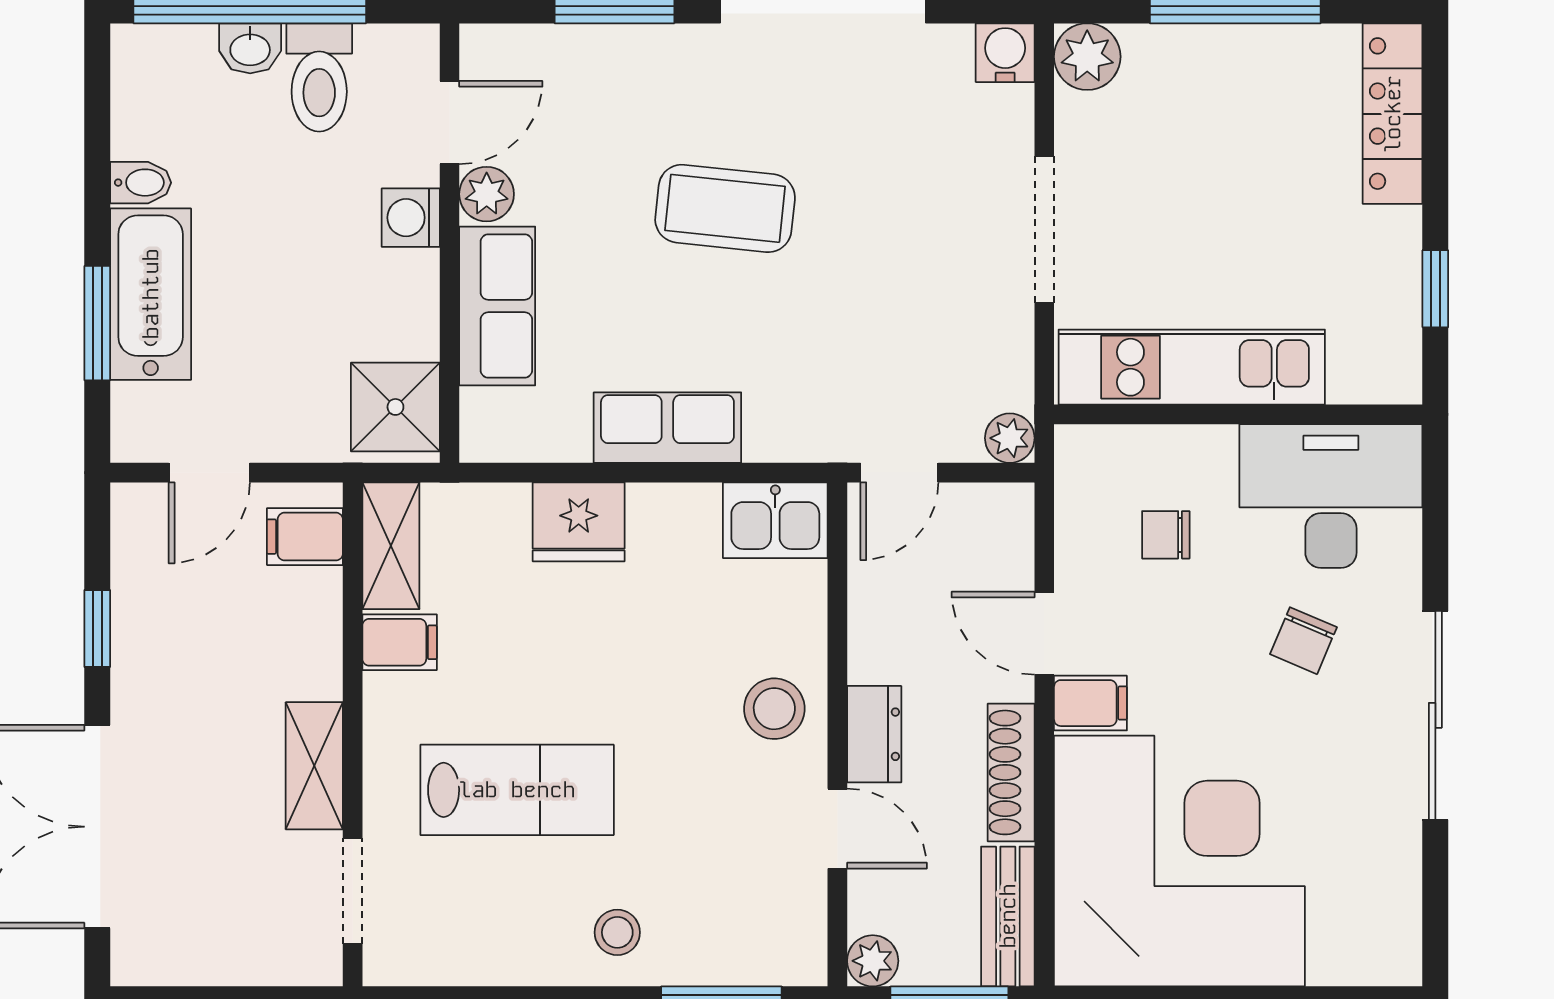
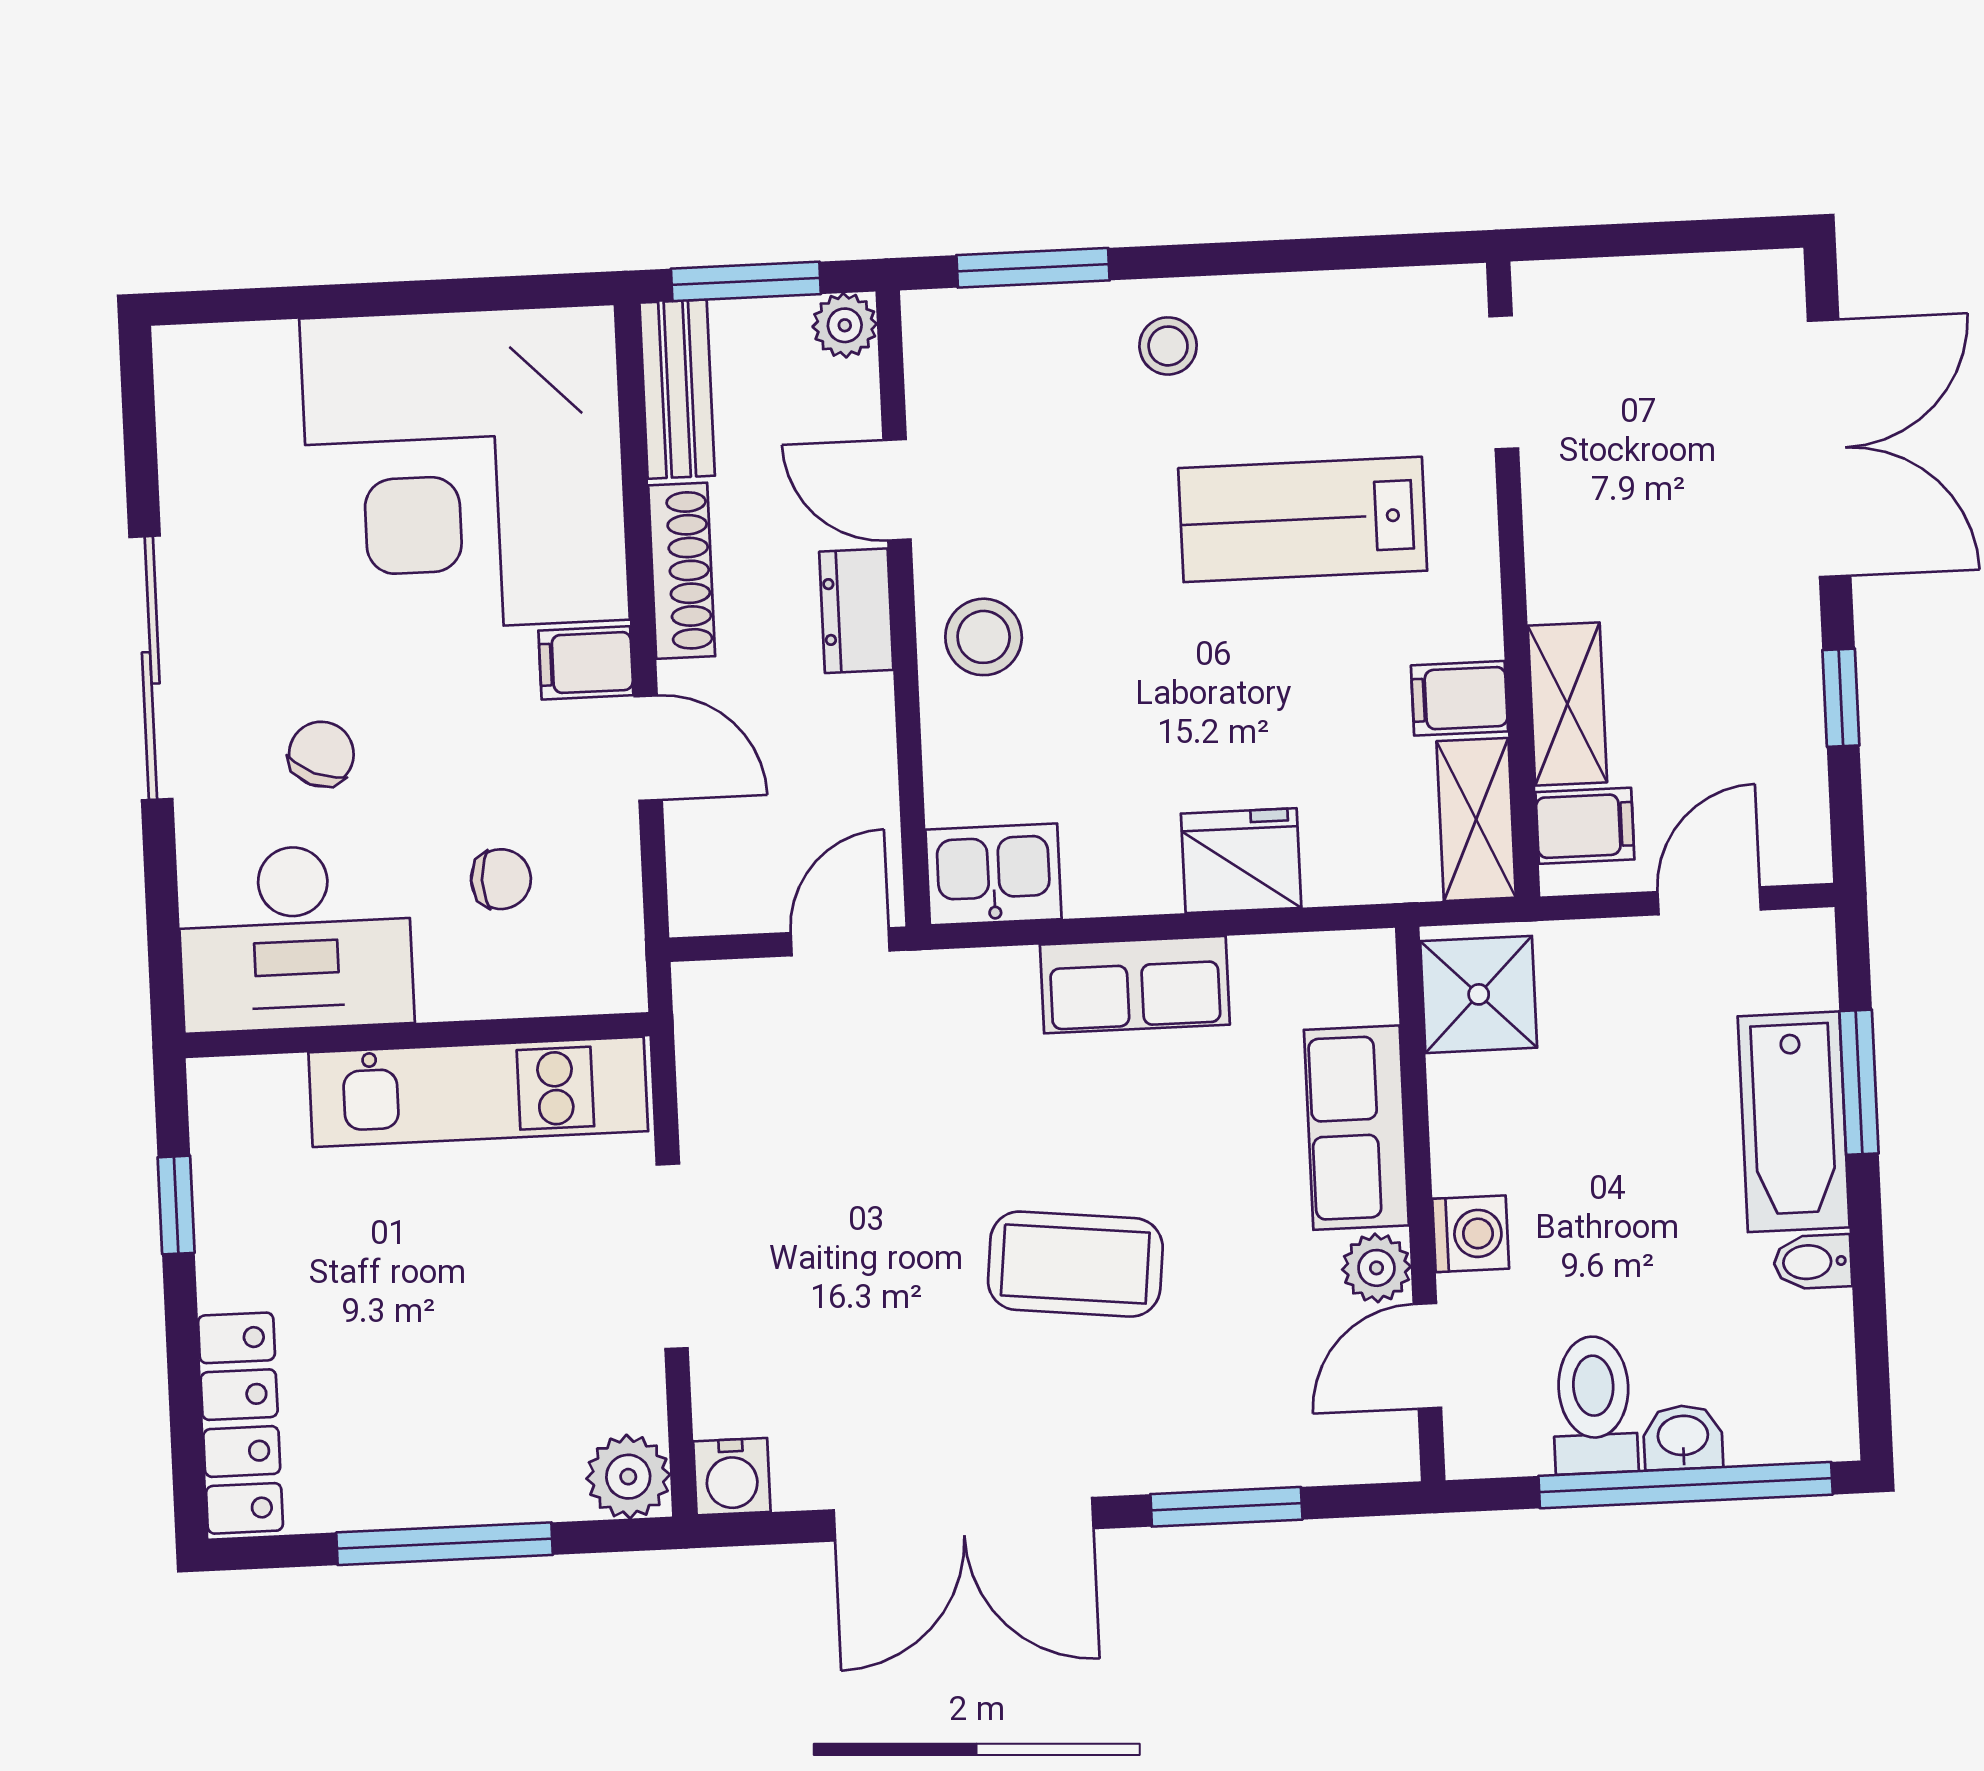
plant: (1010, 438) -> (703, 992), removed
shelving: (314, 766) -> (1567, 704), moved

